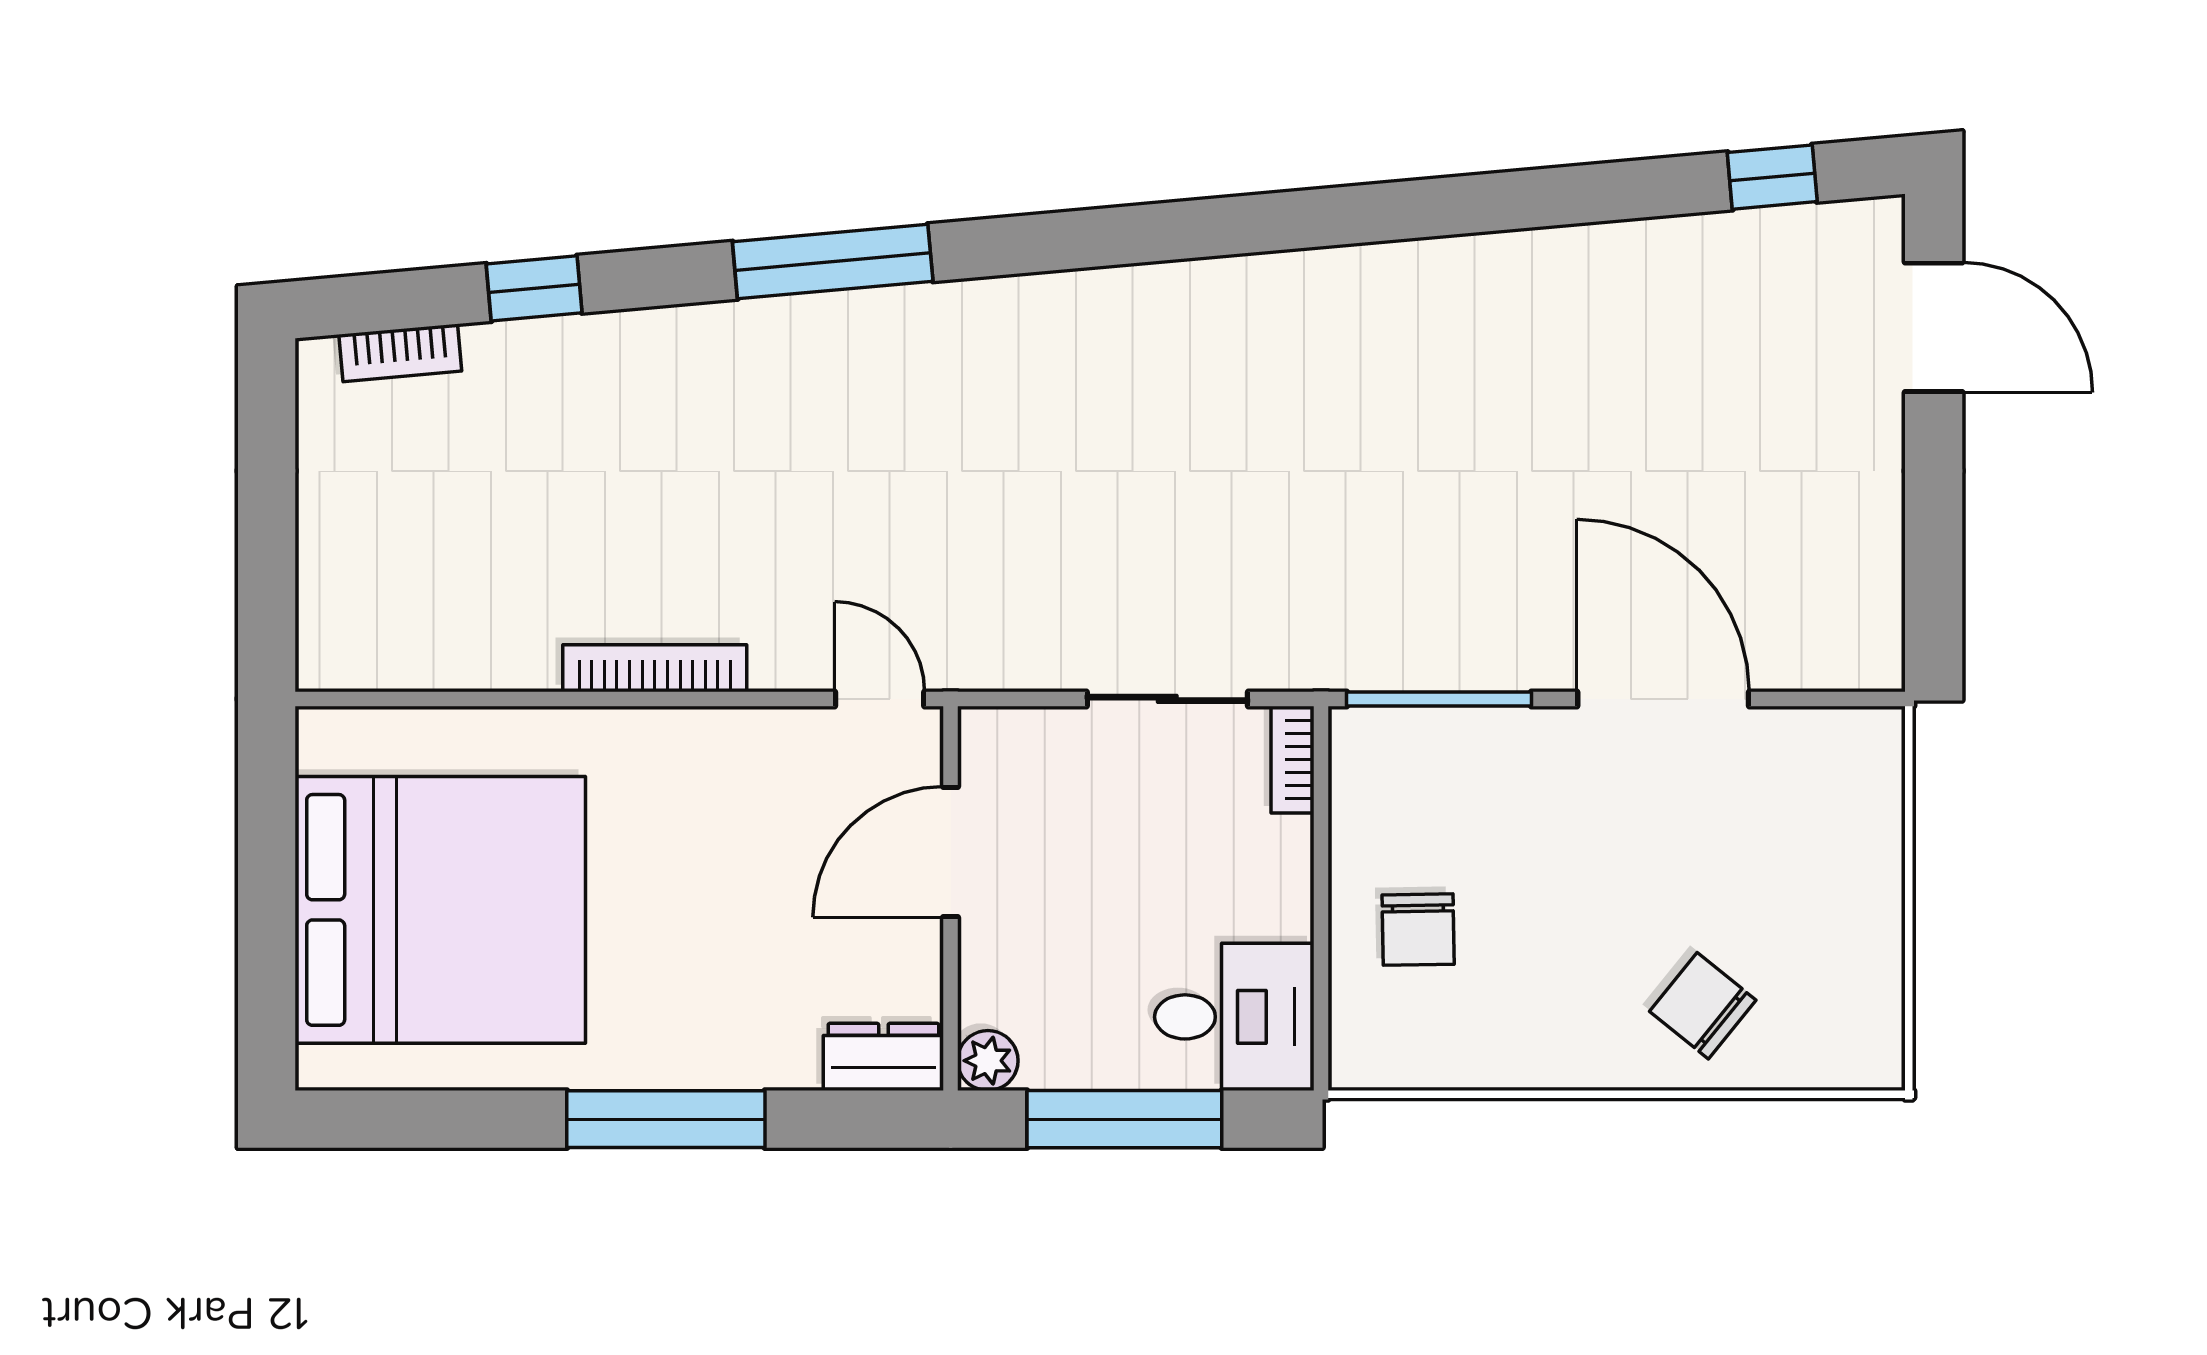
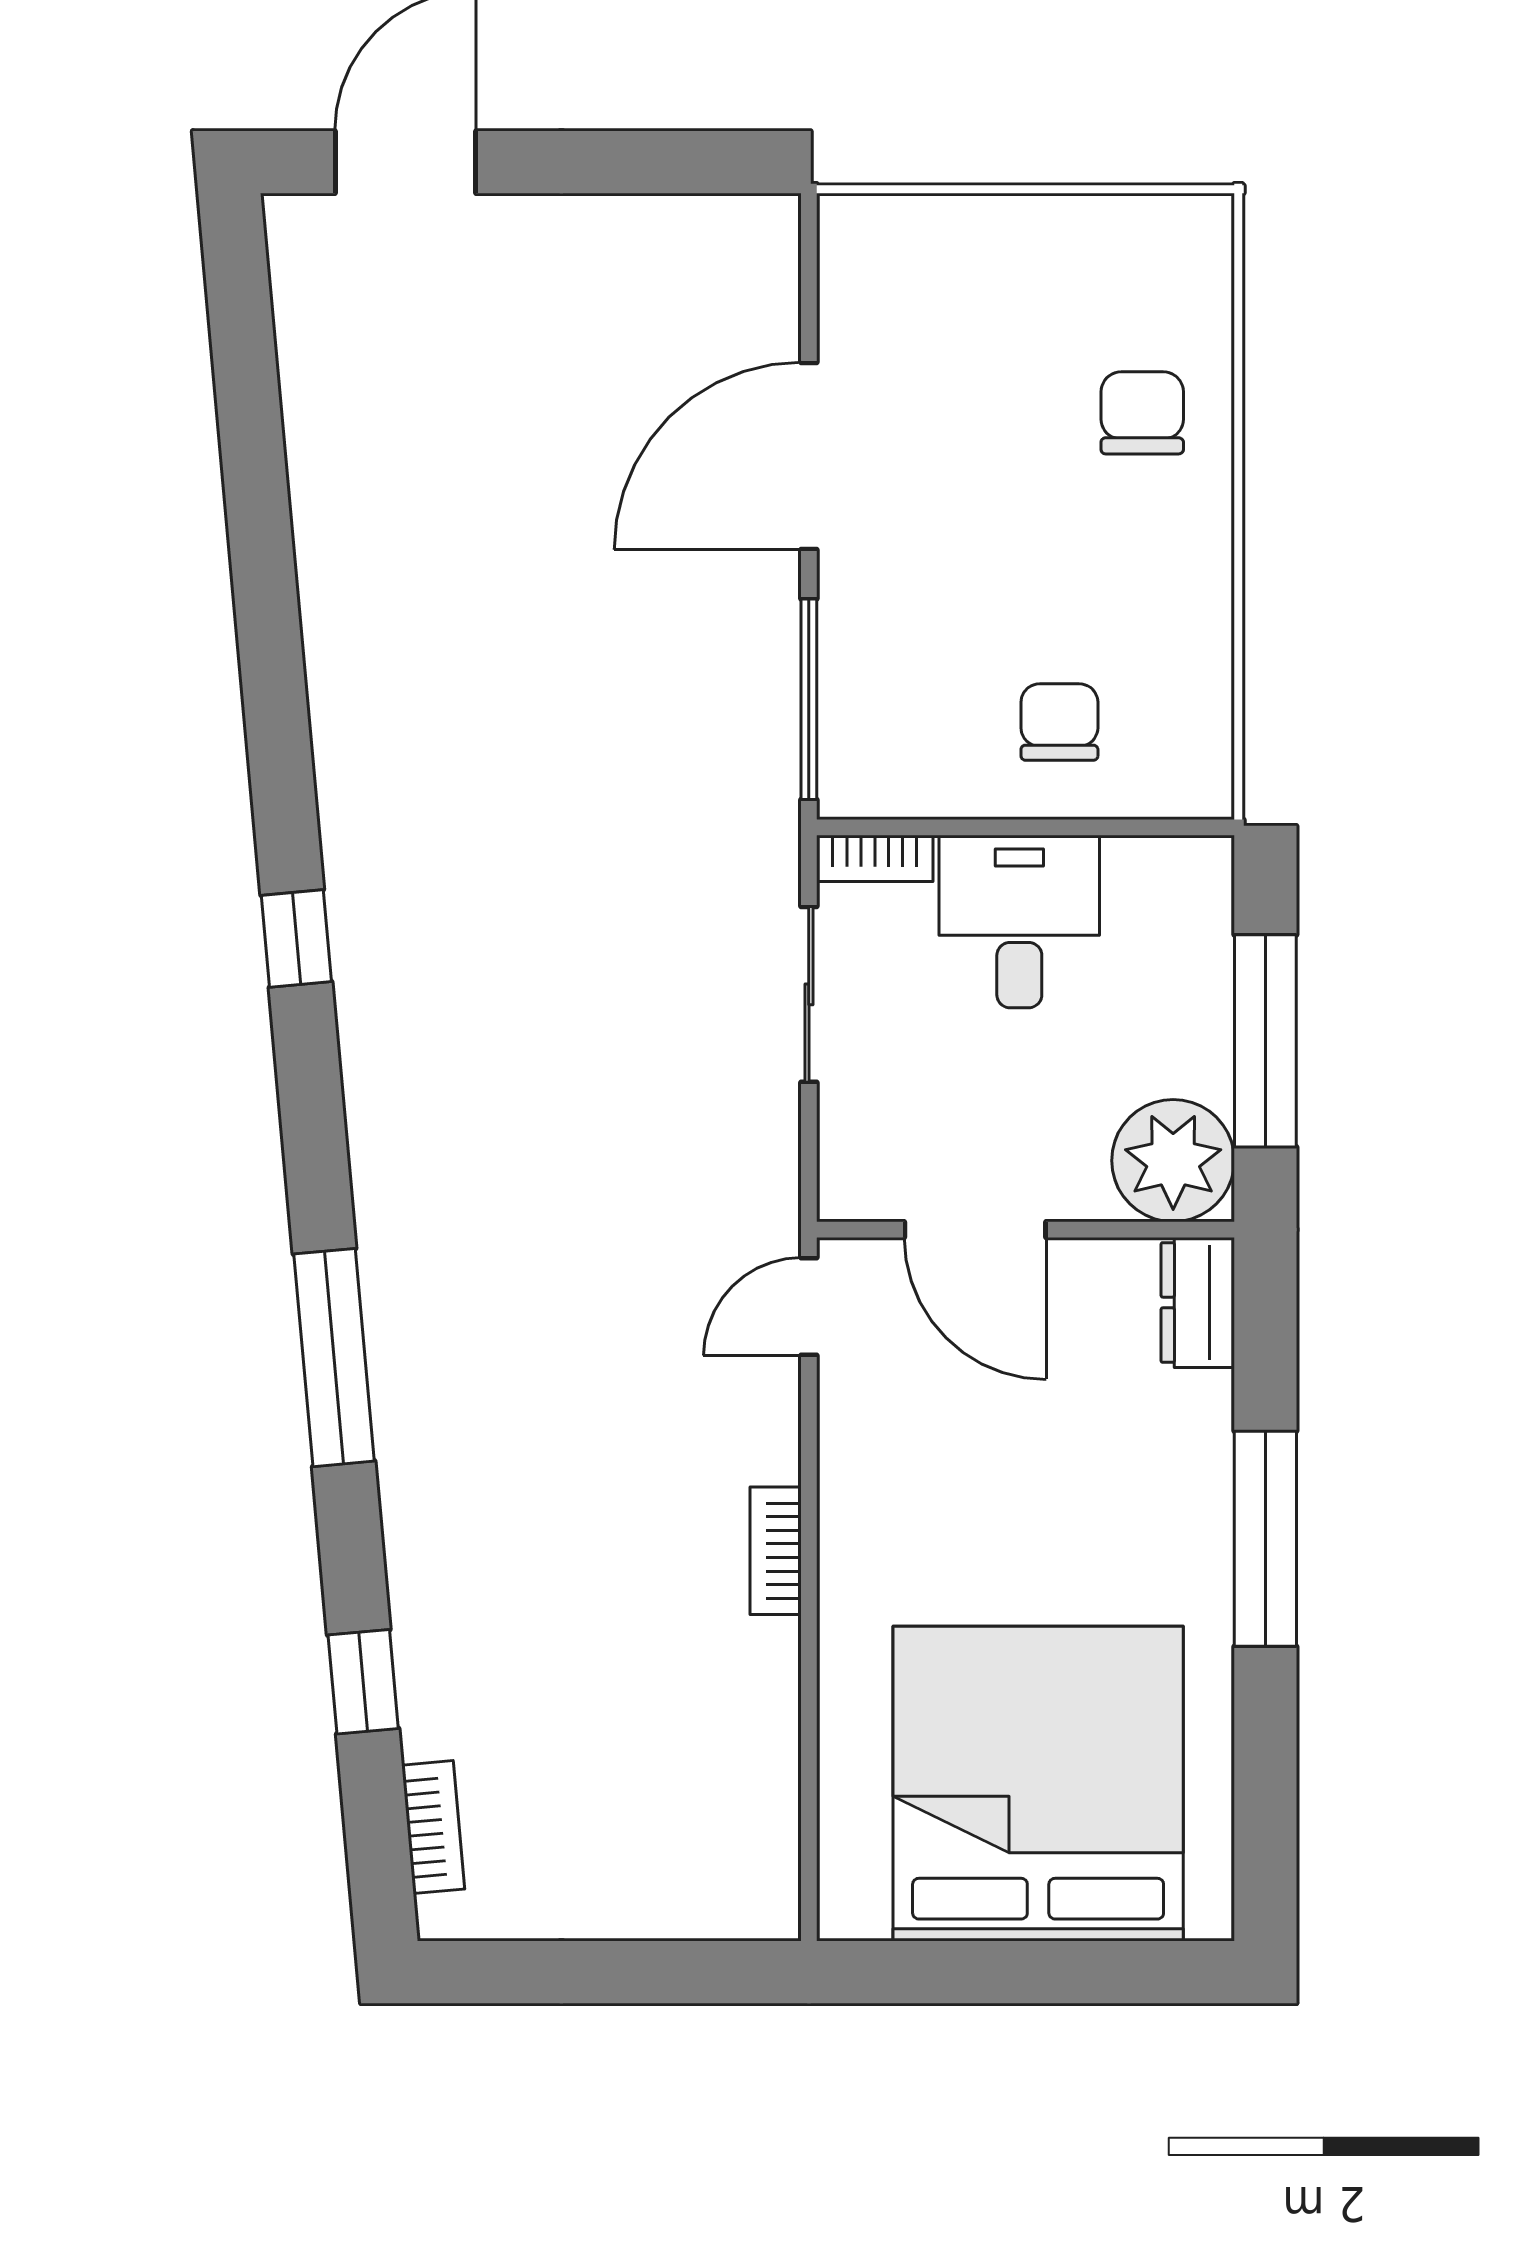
window: (1772, 177) -> (296, 939), moved
bookcase: (655, 668) -> (776, 1551), width x0.64
chair: (1418, 930) -> (1059, 722), turned -89
chair: (1703, 1006) -> (1142, 413), turned 141
desk: (1234, 1017) -> (1019, 922), moved
plant: (988, 1061) -> (1173, 1161), width x1.87, depth x1.87

